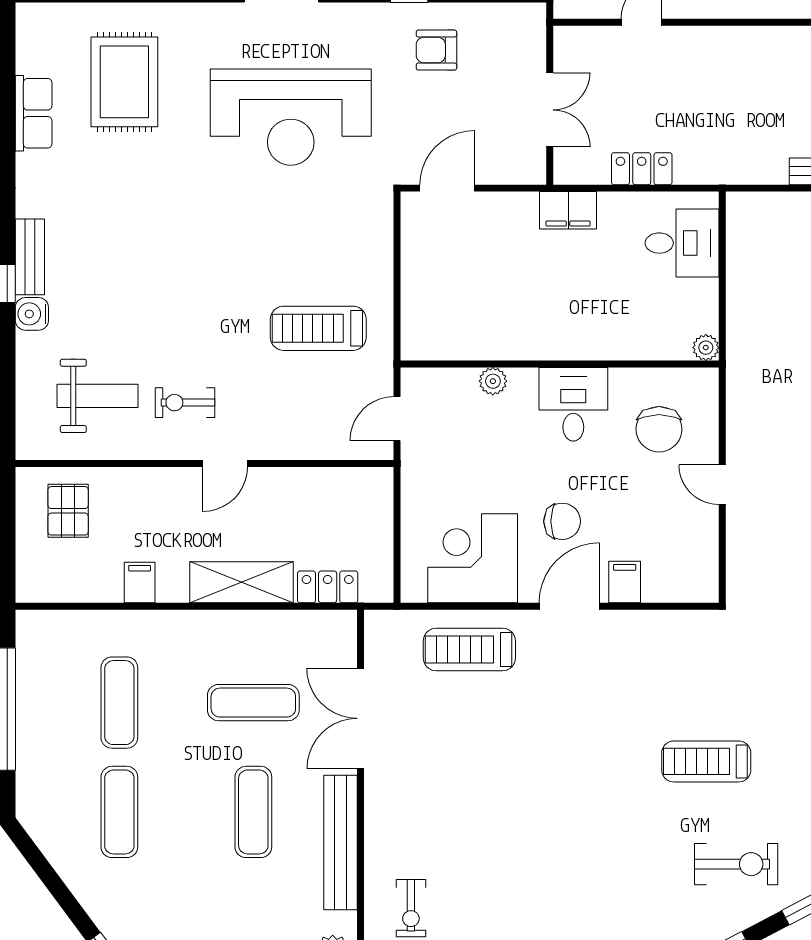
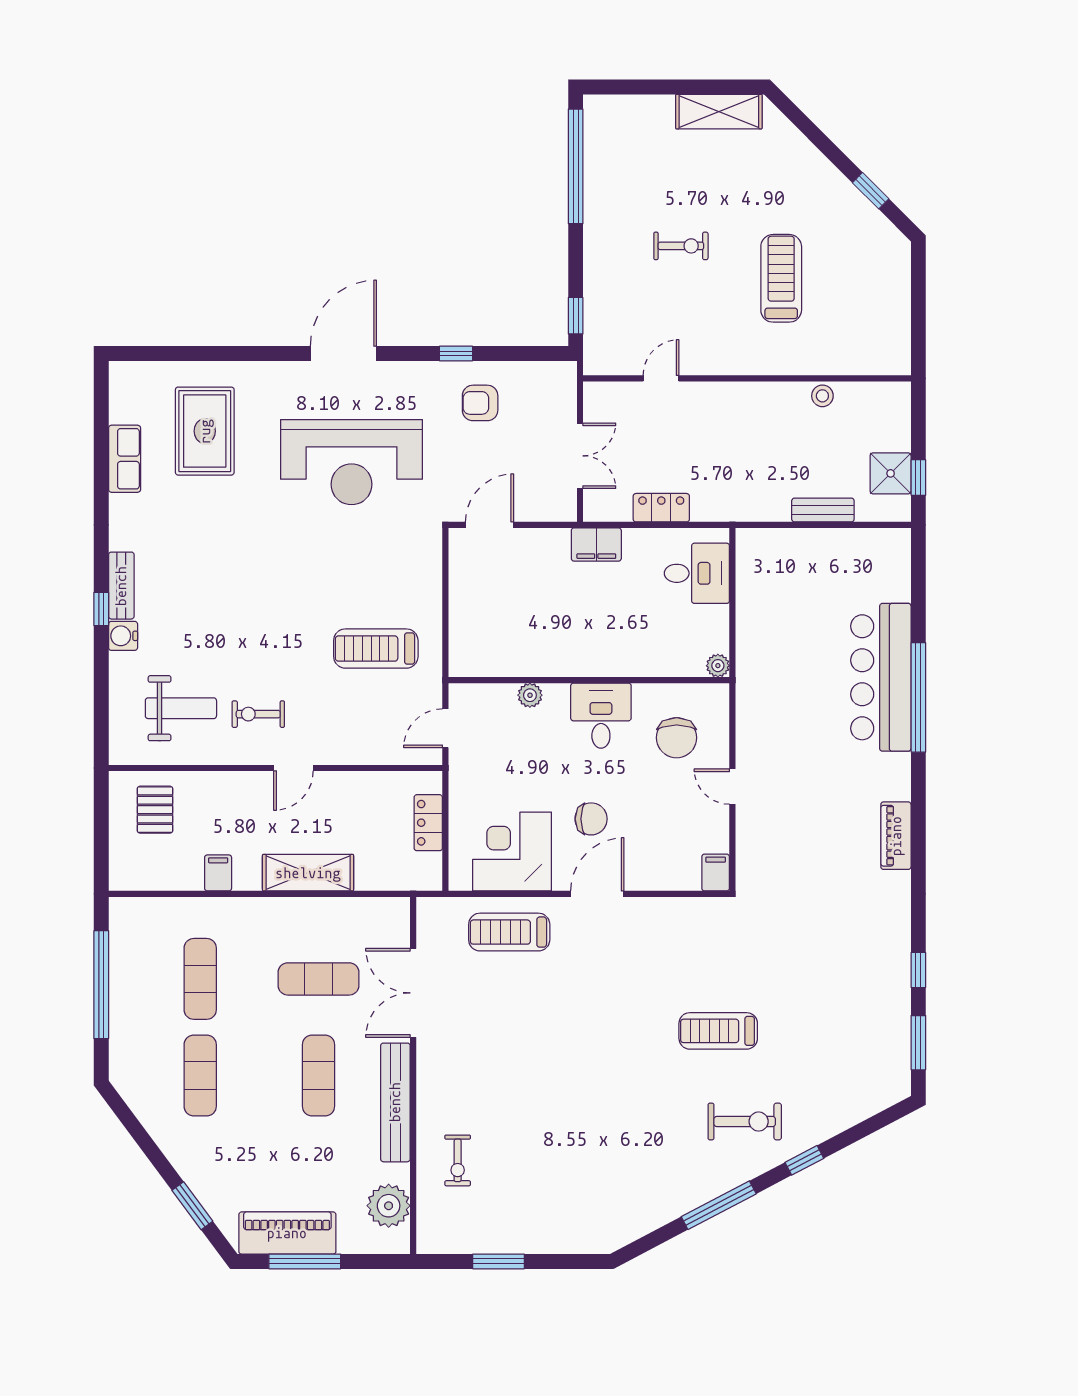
filing cabinet: (625, 582) -> (716, 872), moved
locker: (328, 587) -> (428, 823), moved, turned -90

